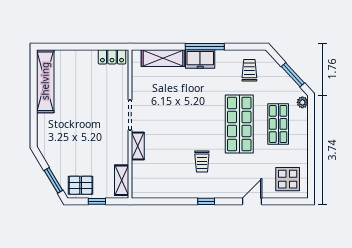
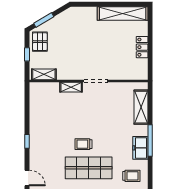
locker: (112, 57) -> (142, 47), moved
freezer: (200, 59) -> (140, 148), moved
trolley: (202, 162) -> (84, 144), moved

